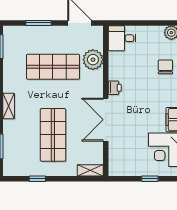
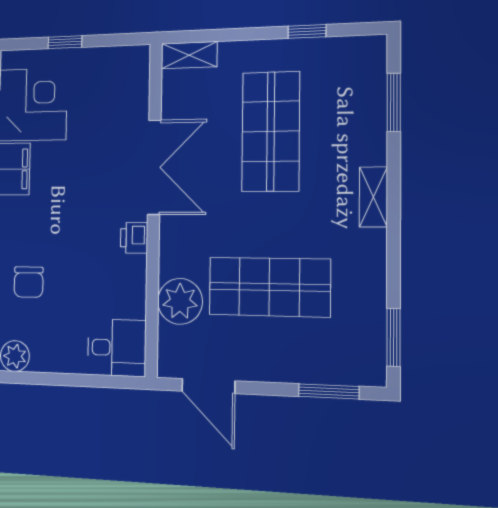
window: (39, 23) -> (329, 391), moved

